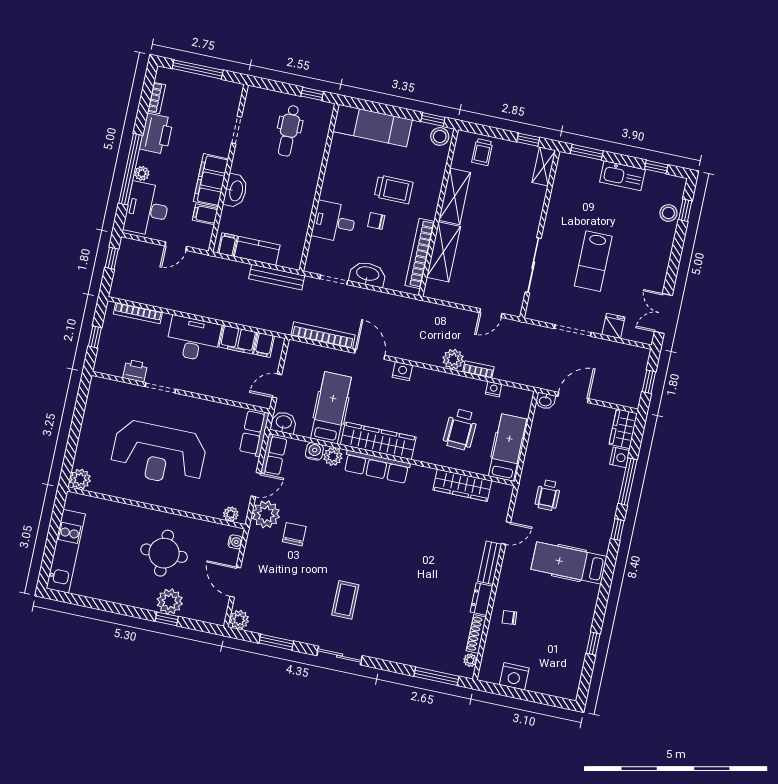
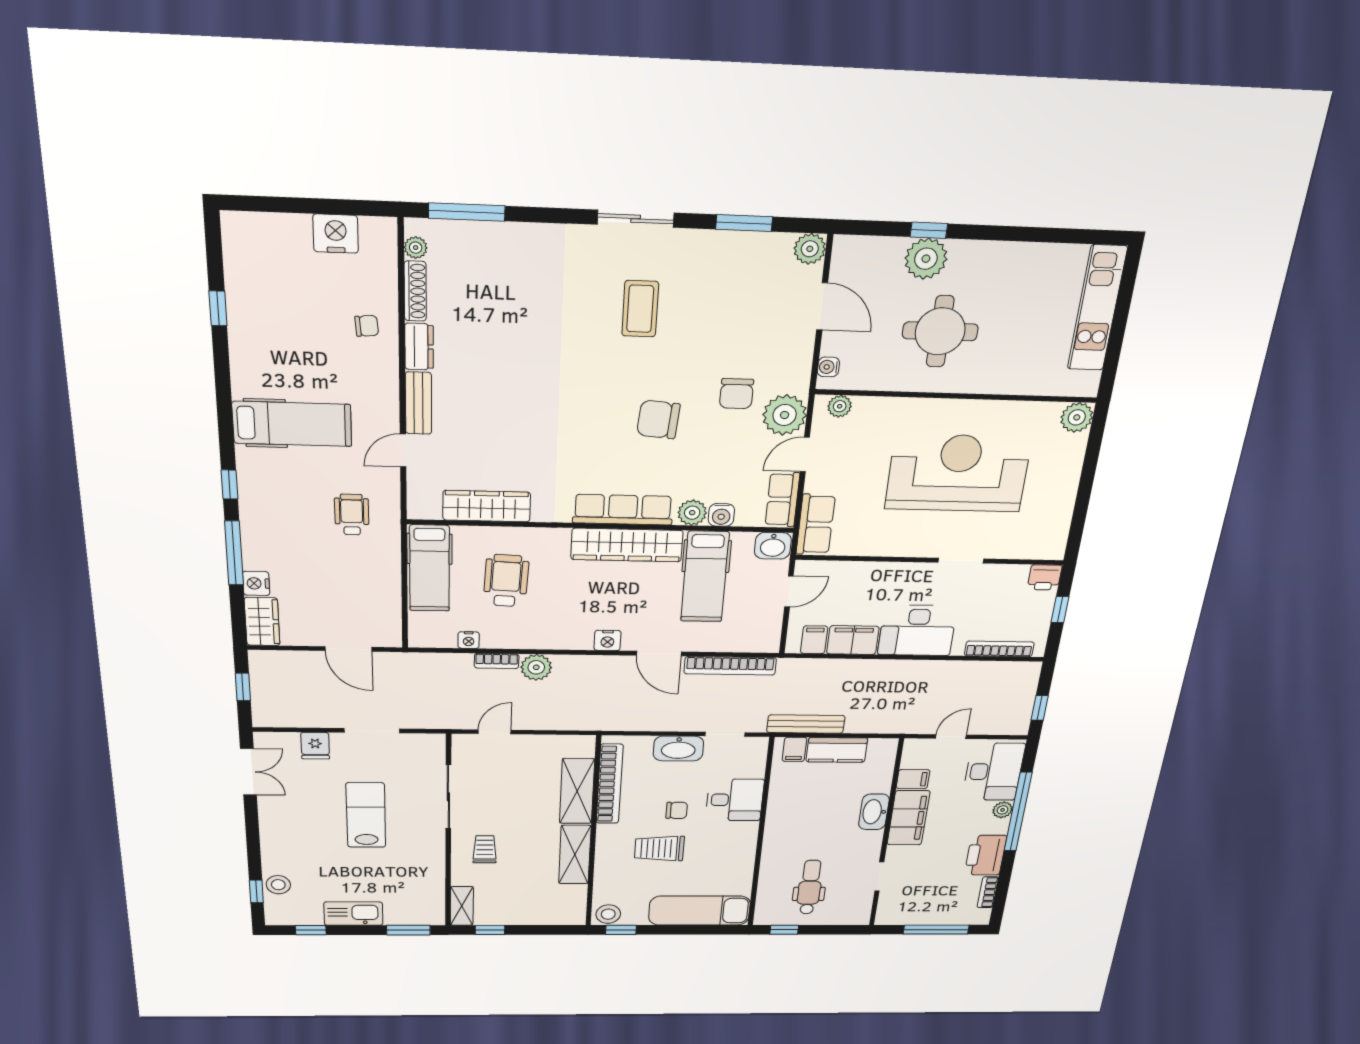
trolley: (482, 152) -> (485, 849), moved
filing cabinet: (228, 245) -> (794, 749), moved
printer: (135, 371) -> (1045, 577), moved
door: (573, 397) -> (348, 649), hinge flipped
washbasin: (545, 401) -> (388, 638), removed
chair: (345, 526) -> (658, 419), added

